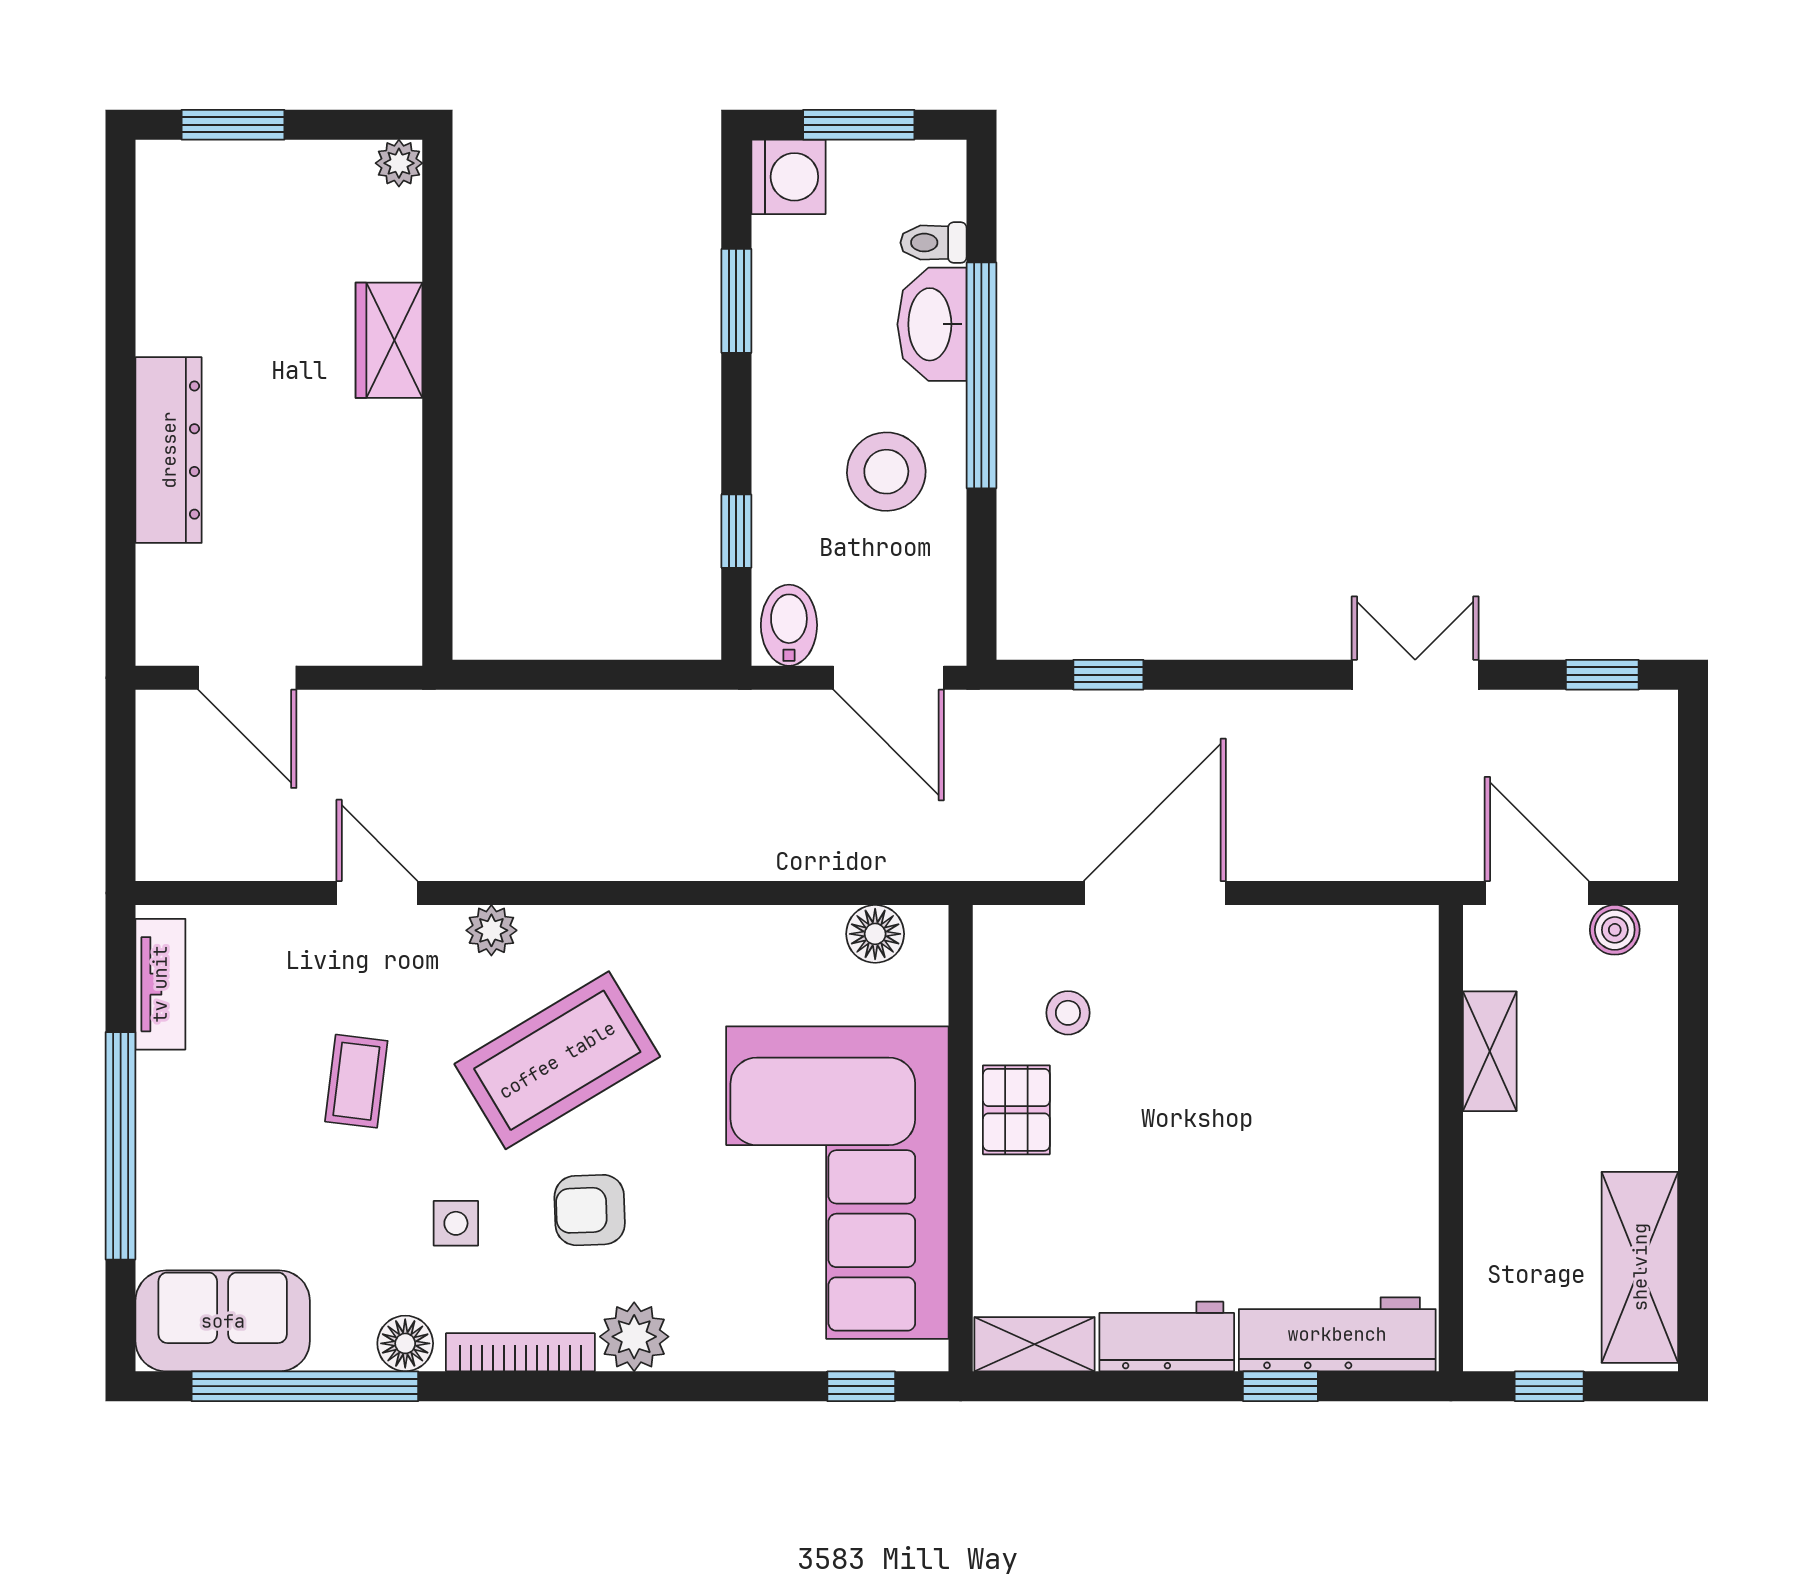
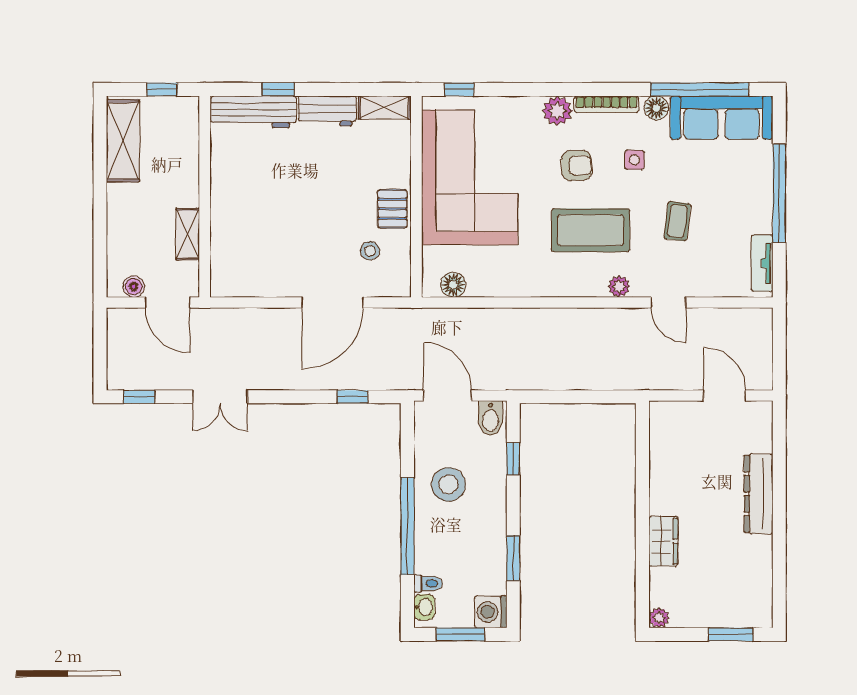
washbasin: (932, 324) -> (424, 607), moved, width x0.52, depth x0.69
coffee table: (557, 1060) -> (591, 230), turned 31
sofa: (223, 1321) -> (722, 118), width x1.36

